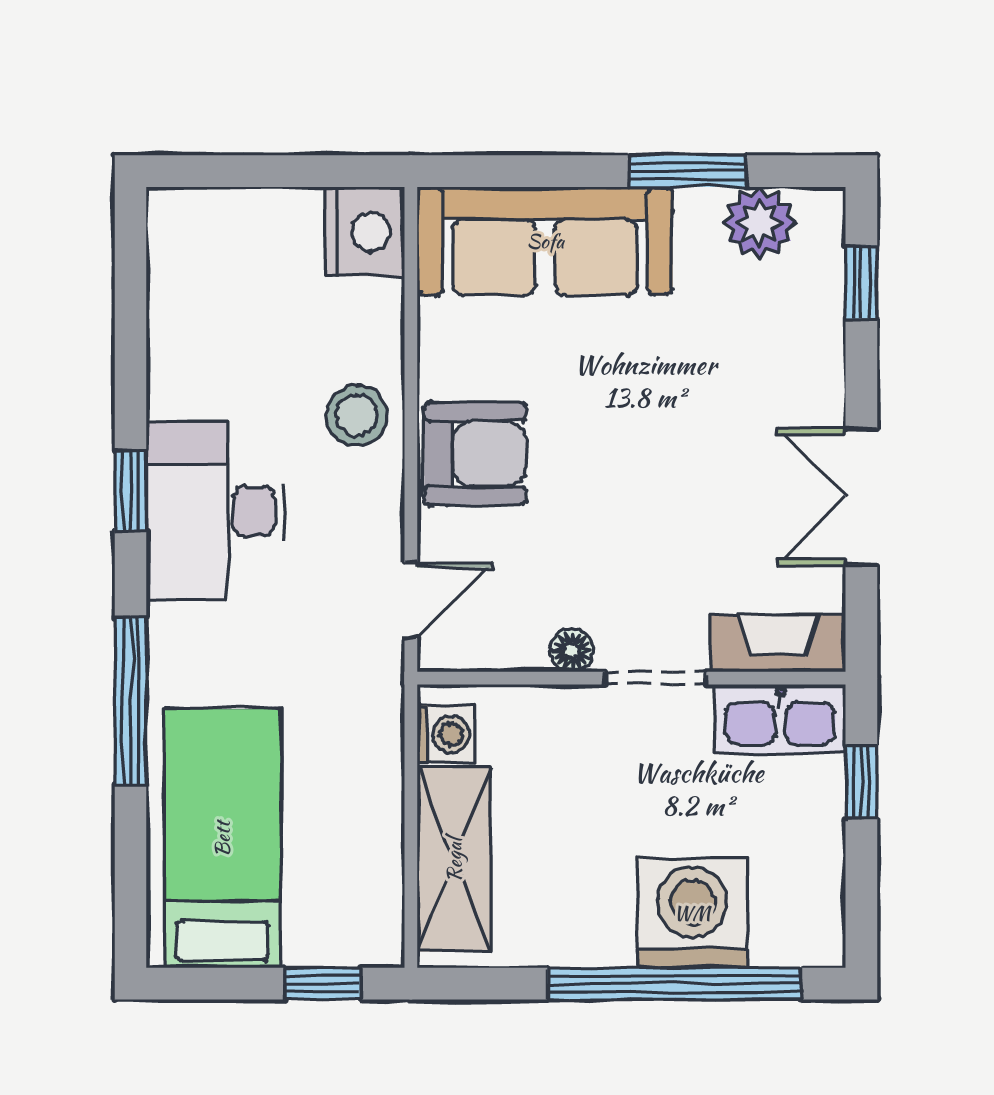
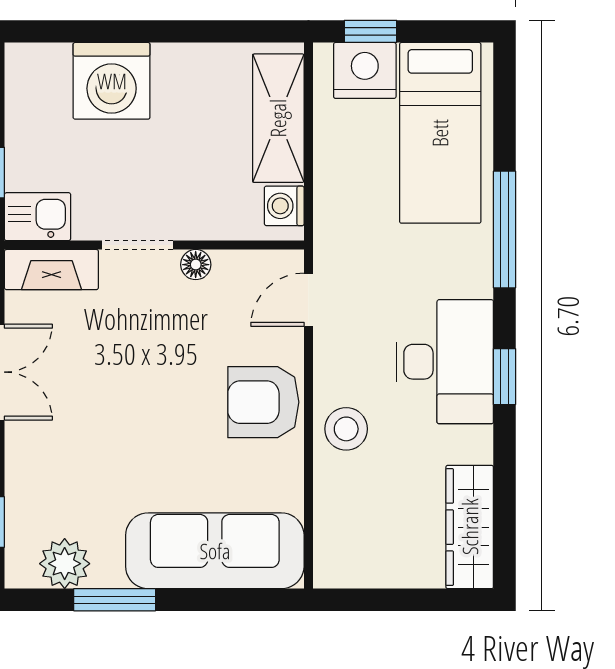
nightstand: (364, 232) -> (365, 70), moved, turned 90
wardrobe: (180, 275) -> (470, 527), added
kitchen sink: (780, 719) -> (38, 217), width x0.73
window: (674, 984) -> (124, 31), removed

